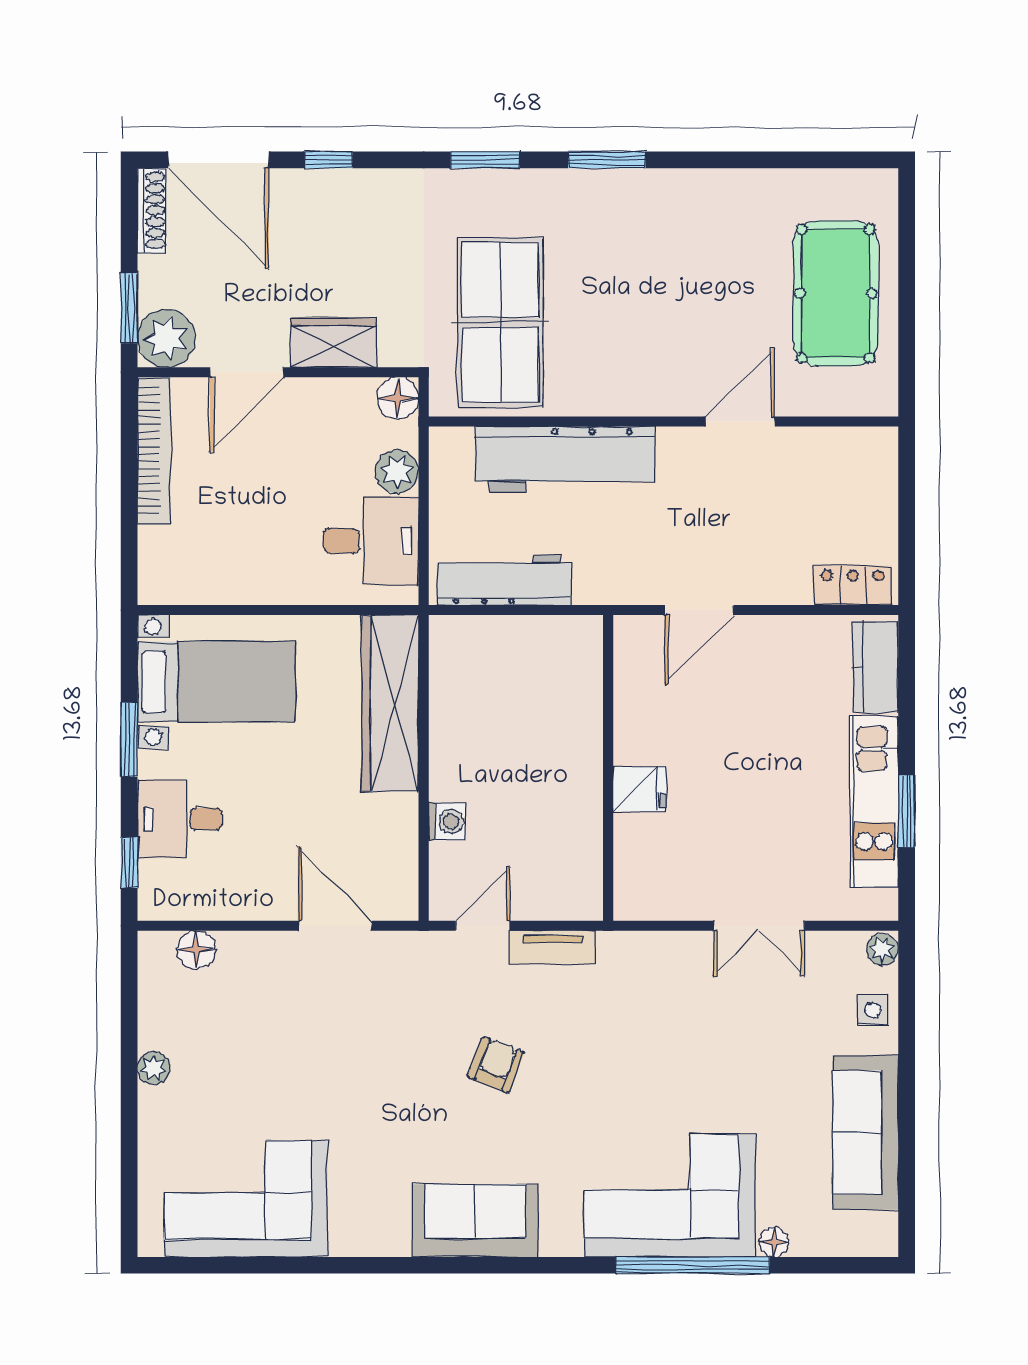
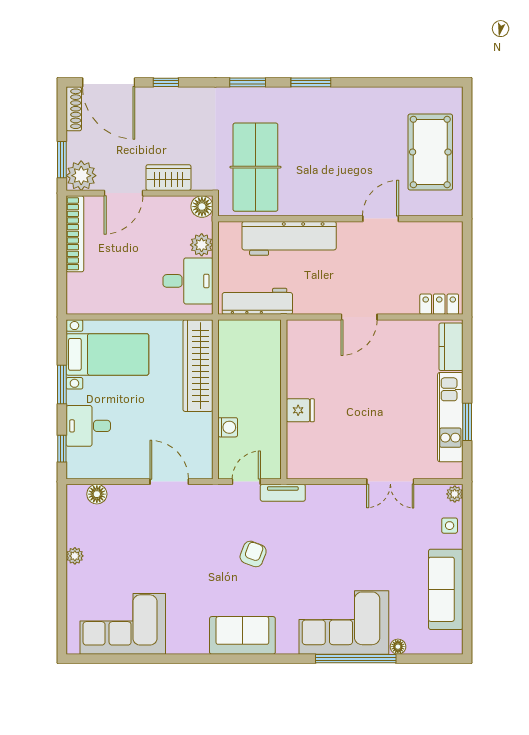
wall: (608, 768) -> (284, 399), moved
fridge: (640, 789) -> (300, 410), moved

